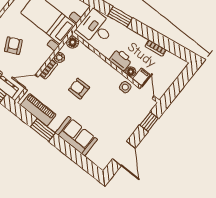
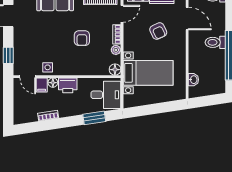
armchair: (79, 89) -> (82, 38), turned 90

